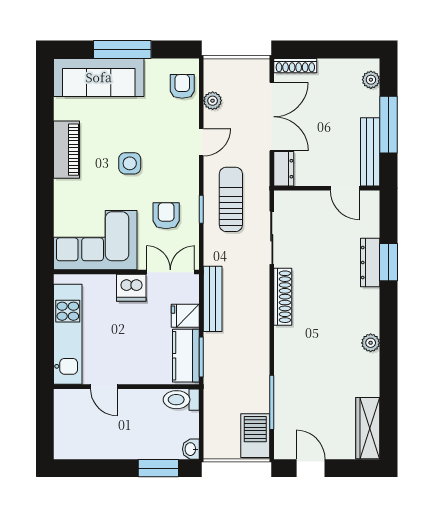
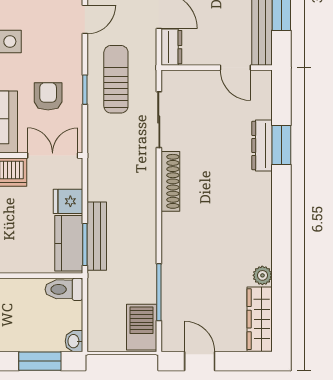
bench: (213, 299) -> (97, 236), moved
plant: (371, 343) -> (262, 275), moved

